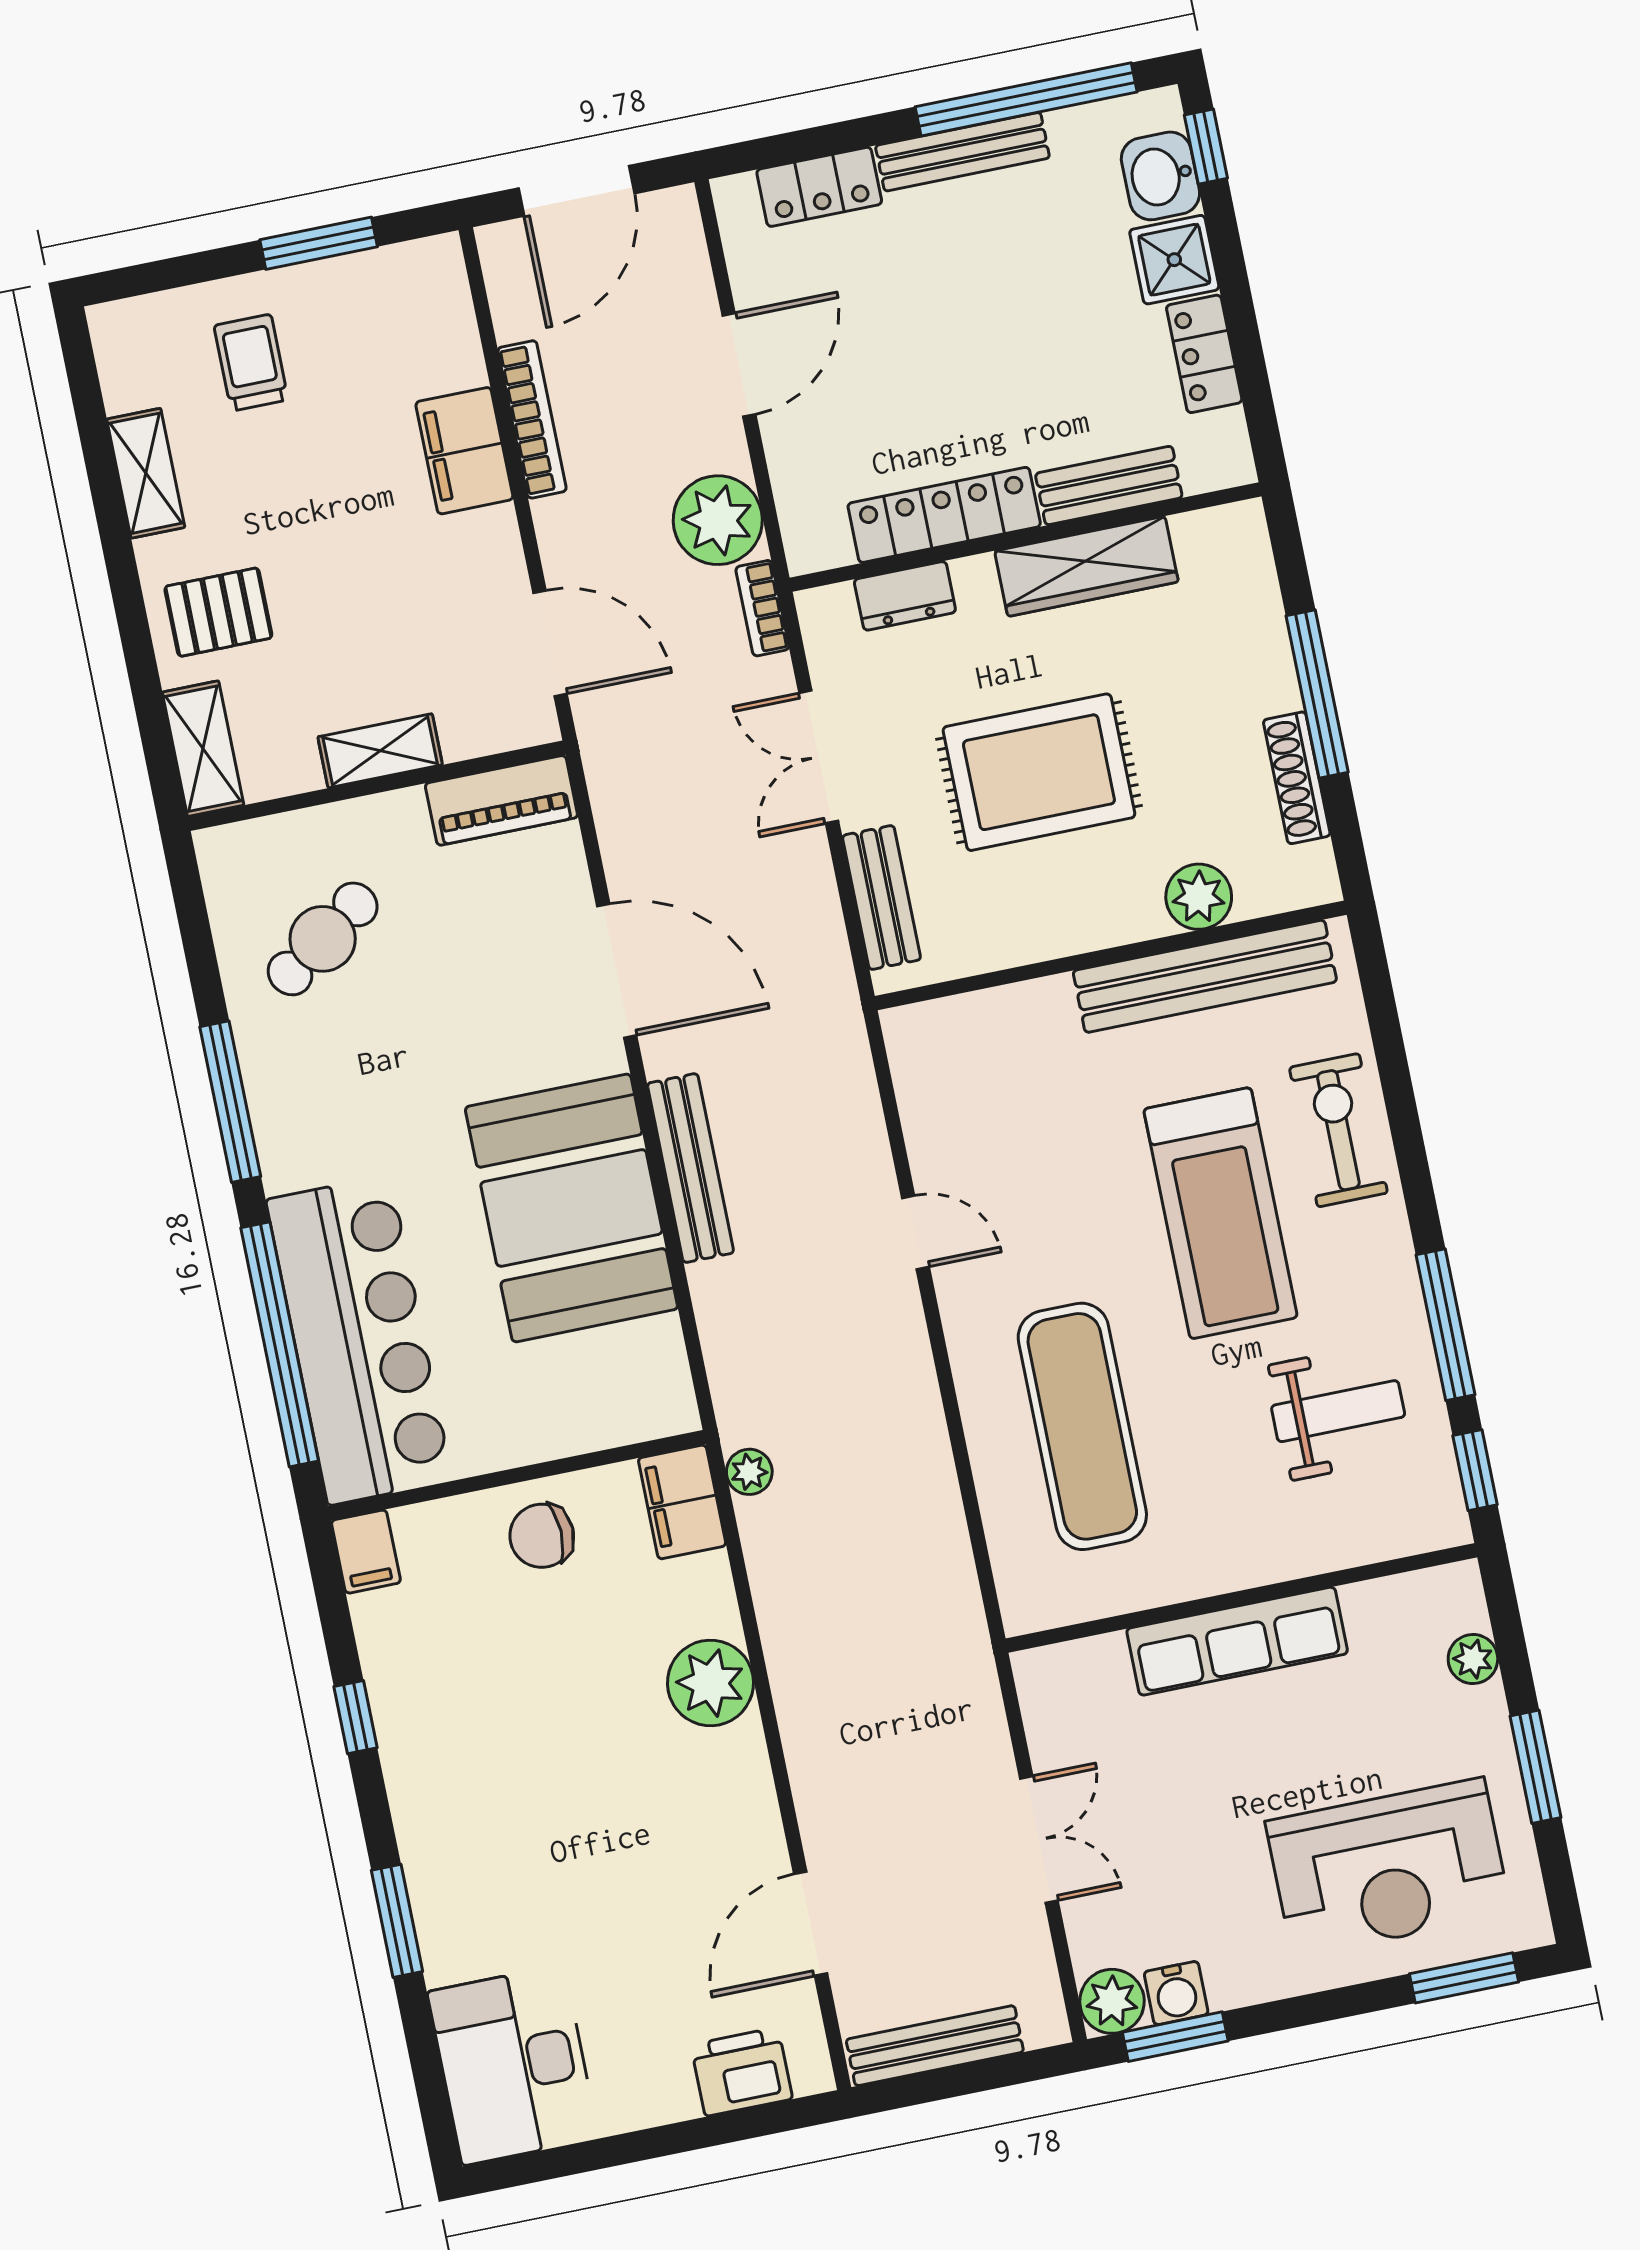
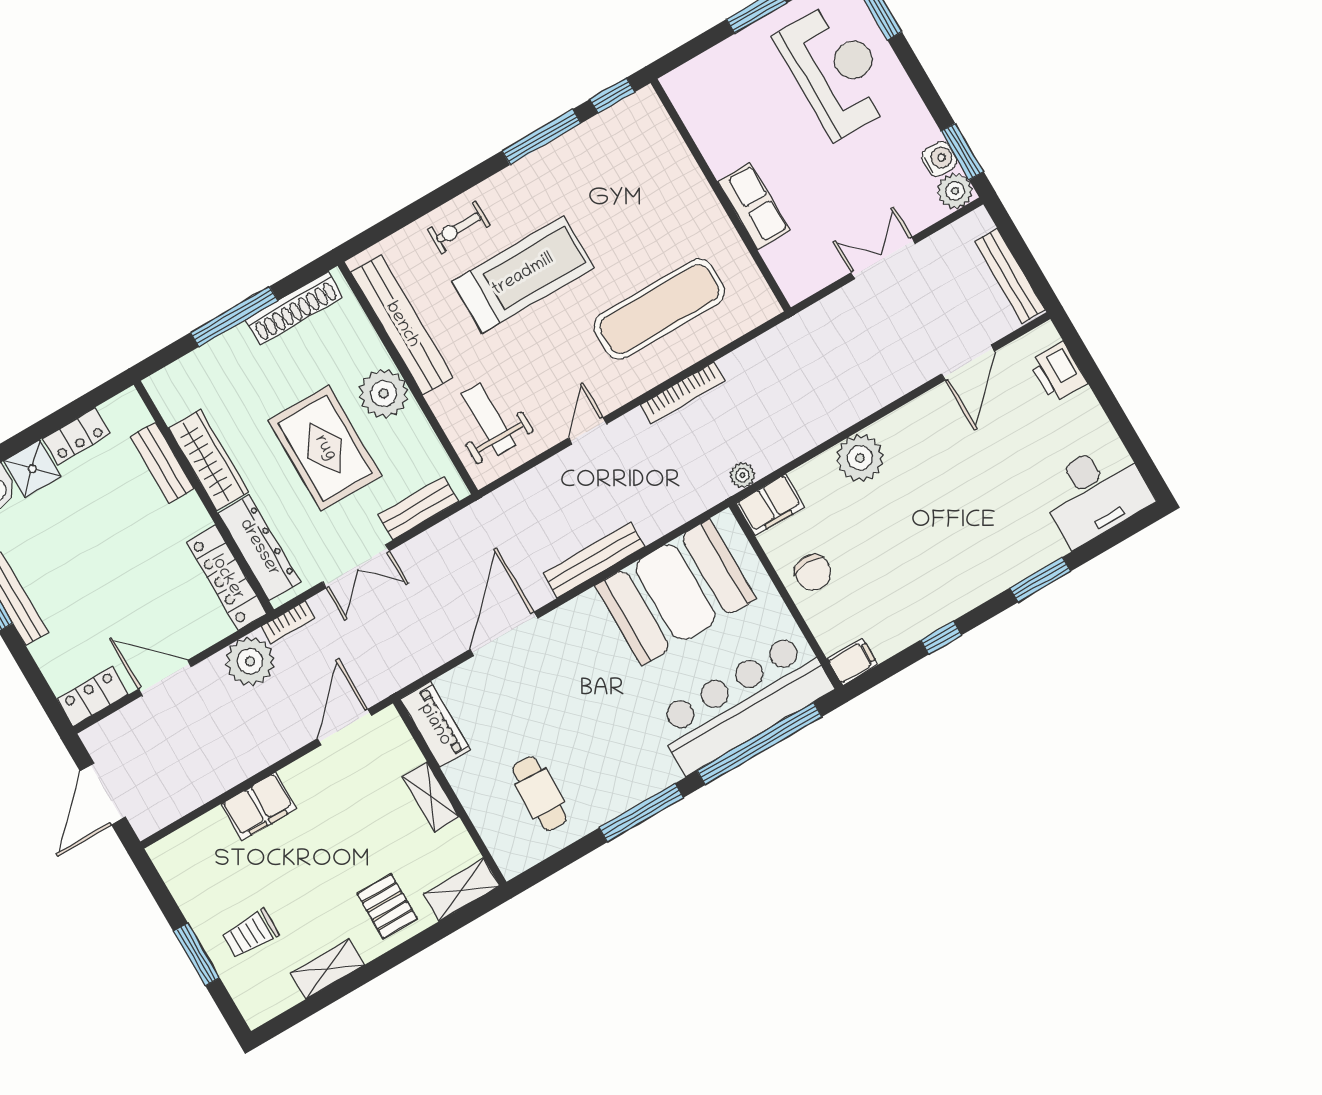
locker: (819, 187) -> (93, 696), moved, turned -90
door: (577, 191) -> (103, 794), swing flipped
window: (319, 243) -> (197, 954), moved
bookcase: (532, 419) -> (683, 393), moved, turned 180
locker: (944, 515) -> (227, 578), moved
dresser: (905, 596) -> (259, 548), width x1.96, depth x1.24
shoe rack: (1297, 778) -> (294, 308), width x1.36, depth x1.24
plant: (1199, 897) -> (384, 393), moved, width x1.36, depth x1.36
cafe table: (323, 939) -> (540, 793), turned 37
exercise bike: (1338, 1130) -> (459, 228), width x0.73, depth x0.72
booth: (571, 1208) -> (676, 592), moved
weight bench: (1338, 1411) -> (489, 419), moved
row of seats: (1237, 1641) -> (754, 206), width x0.68
plant: (1473, 1659) -> (712, 63), removed
door: (811, 1924) -> (968, 363), hinge flipped

